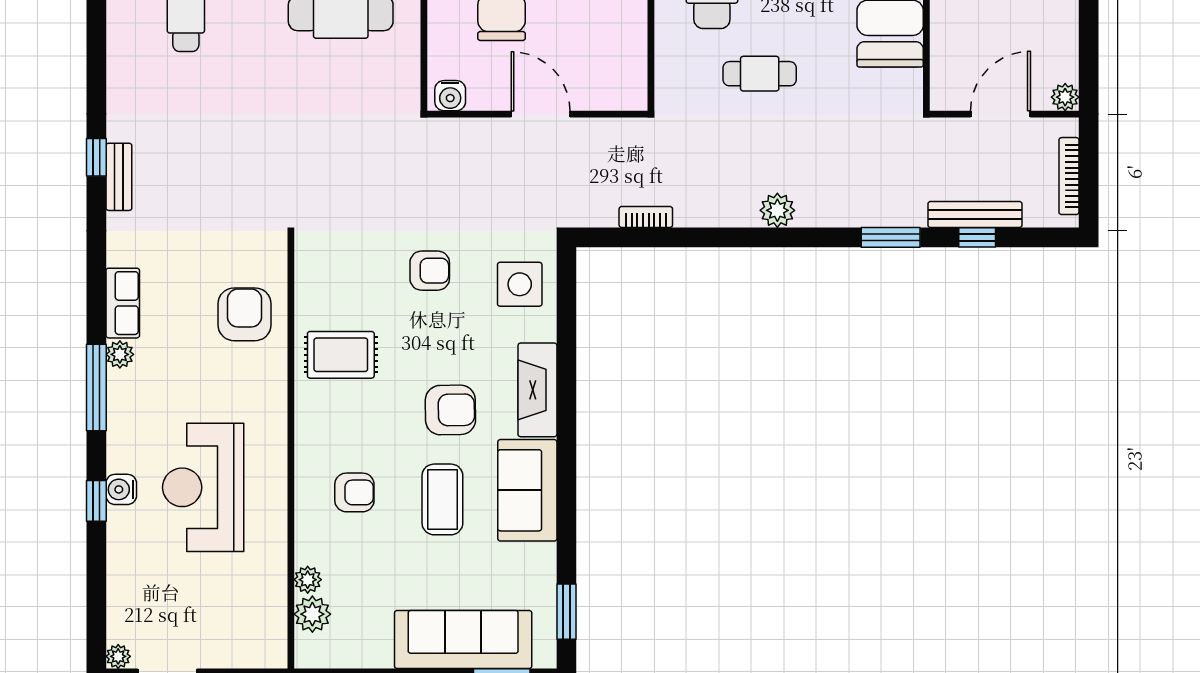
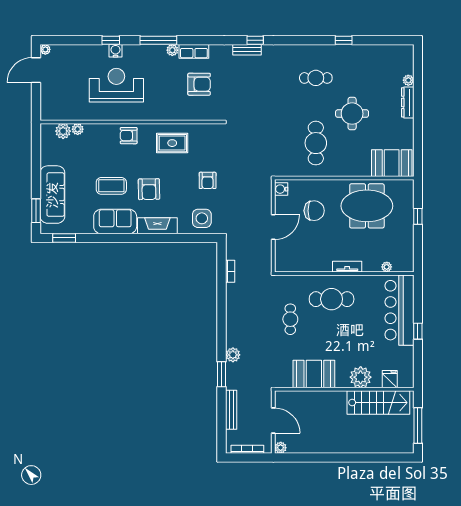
plant: (777, 210) -> (233, 355), moved
window: (977, 237) -> (222, 411), removed
armchair: (245, 314) -> (199, 84), moved
rug: (341, 355) -> (172, 143), turned 90
armchair: (354, 492) -> (129, 136), moved, turned 90

